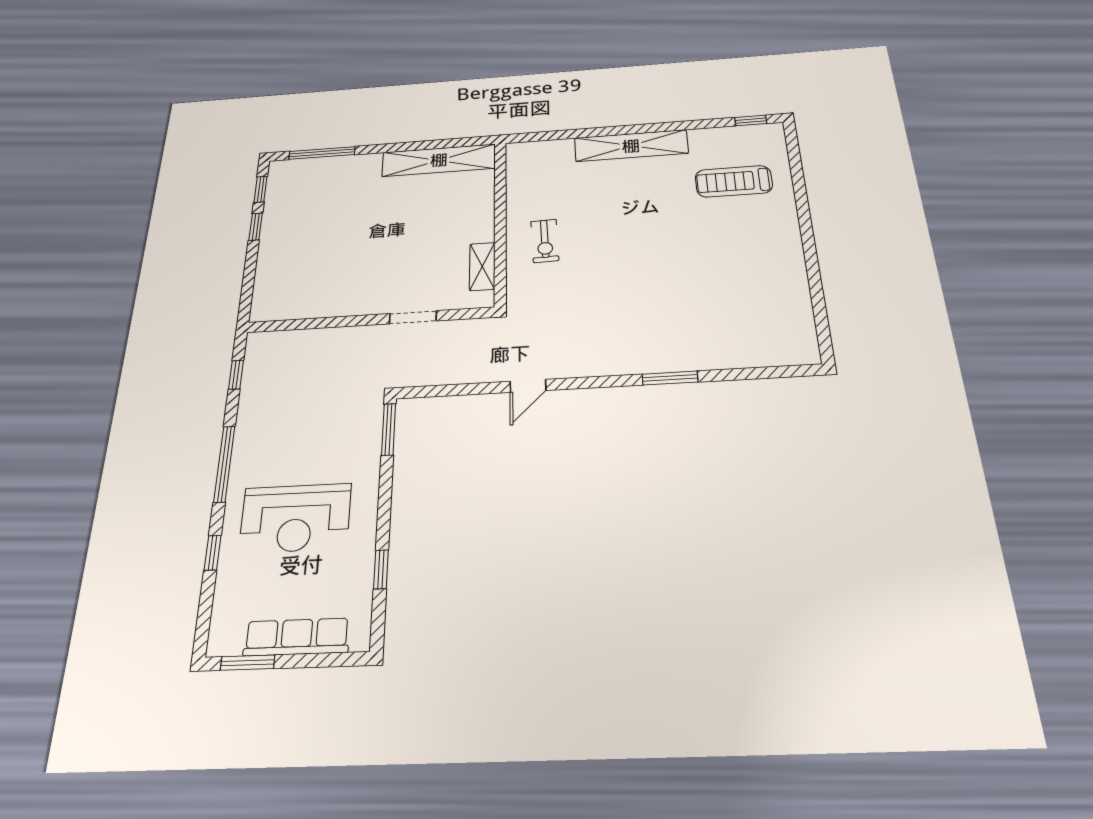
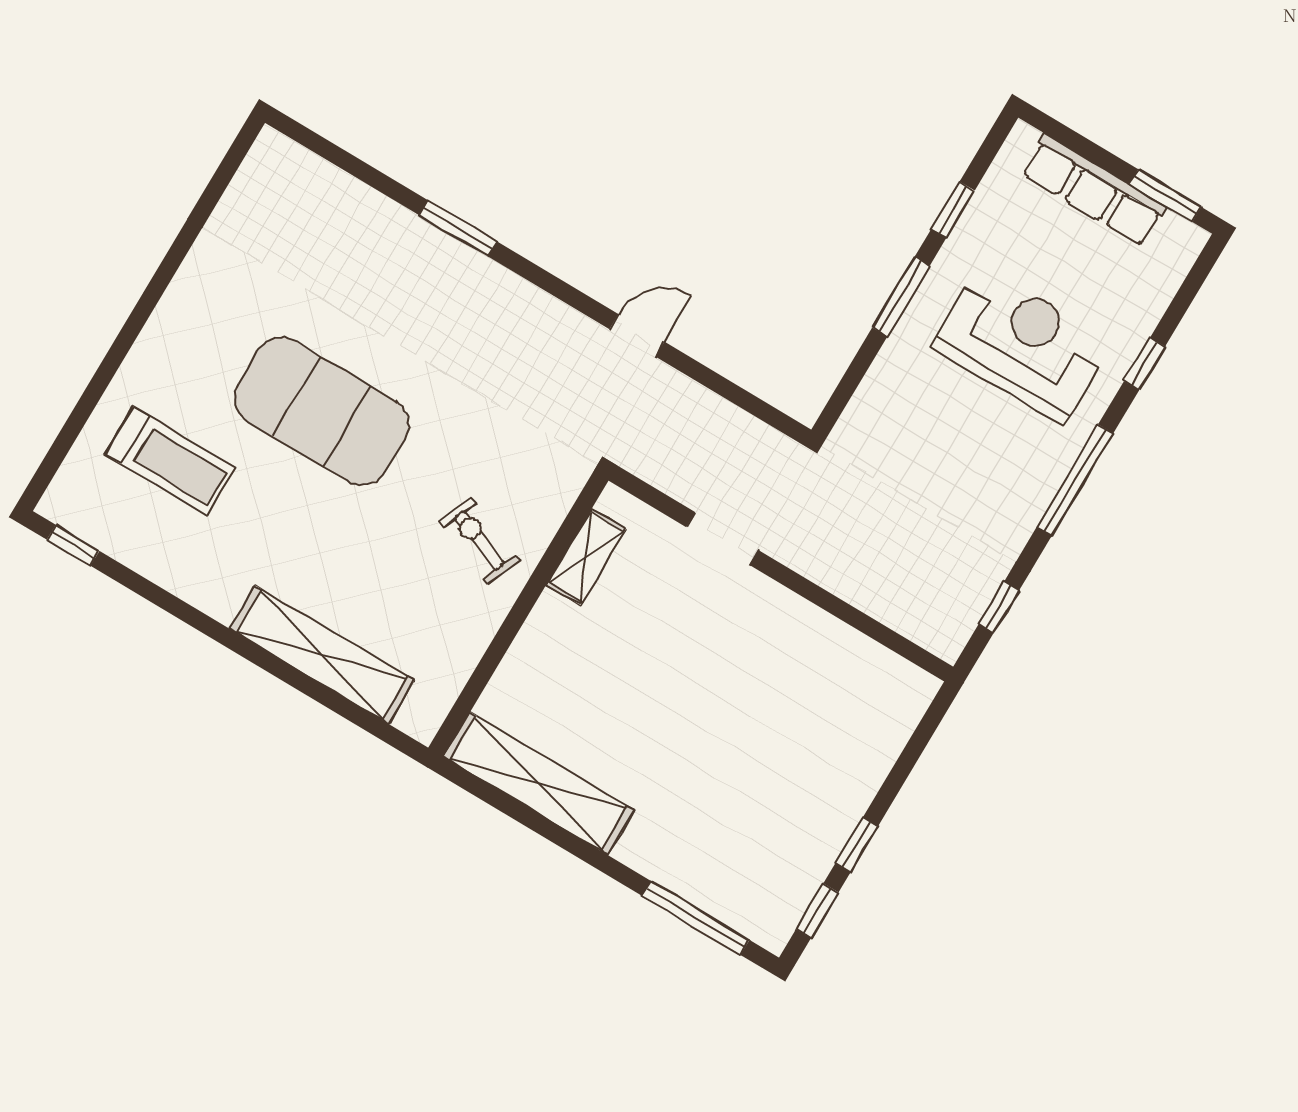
shelving: (631, 146) -> (322, 655), moved
exercise bike: (545, 241) -> (479, 540), turned -66
exercise mat: (674, 248) -> (321, 411), added
window: (389, 429) -> (901, 297), moved

